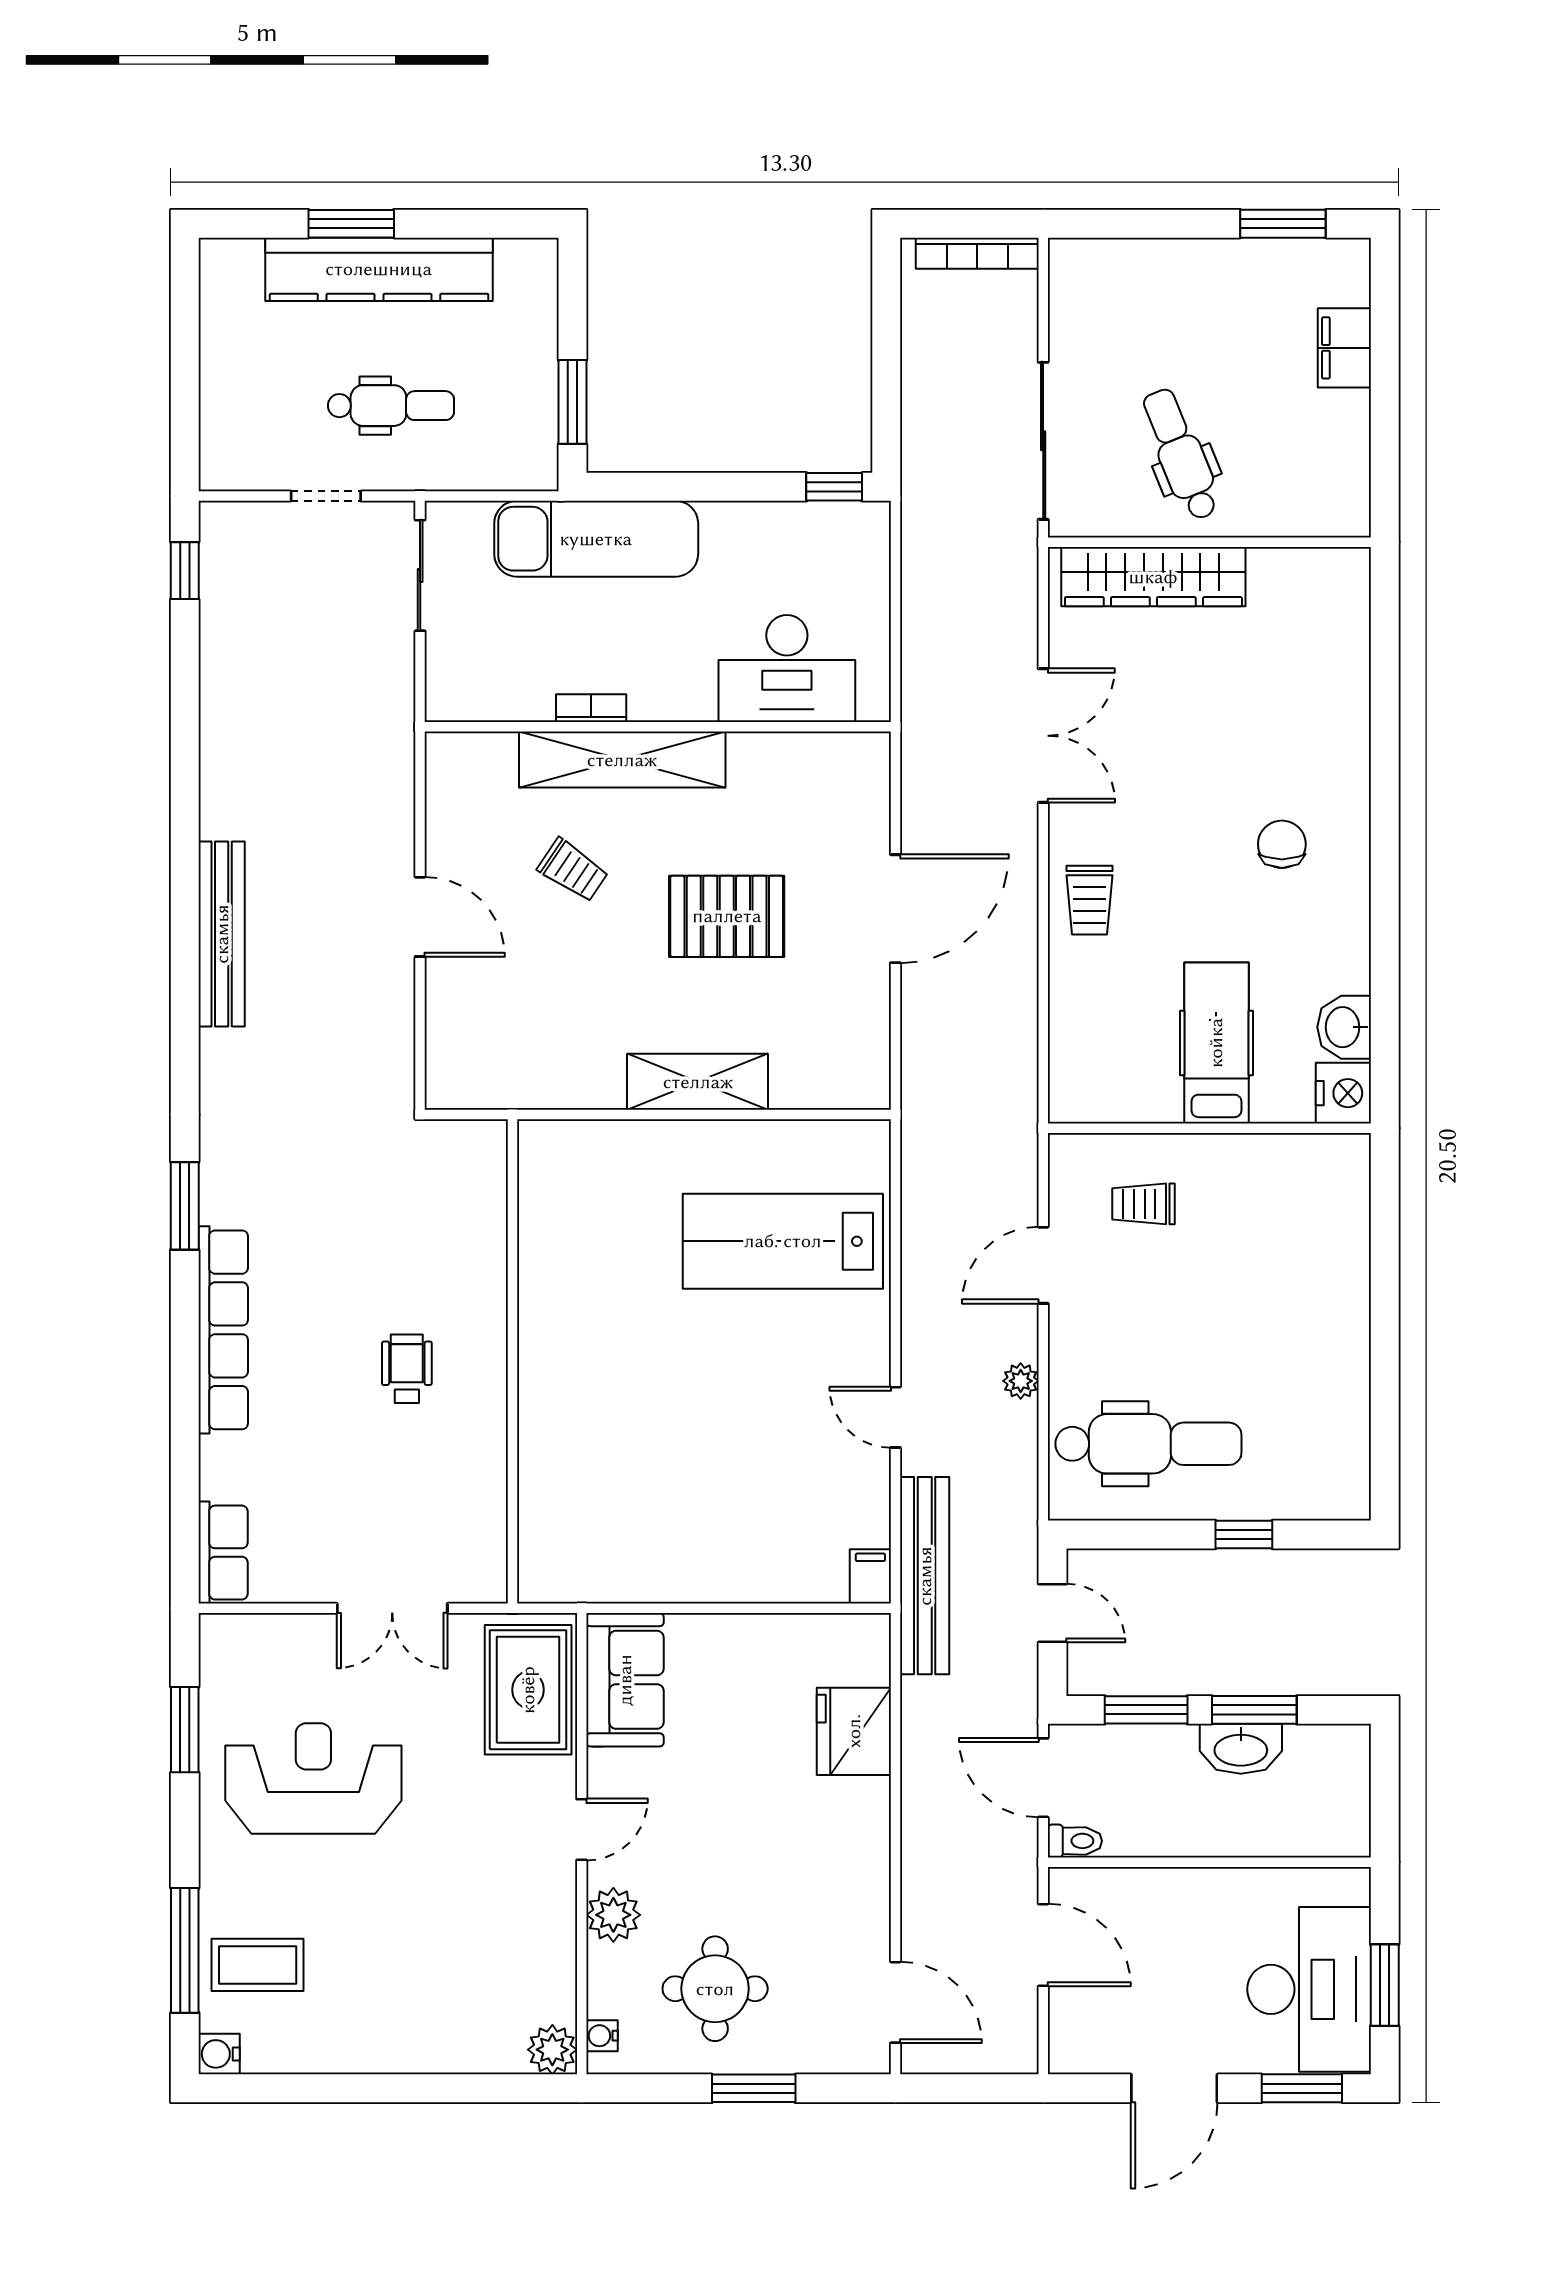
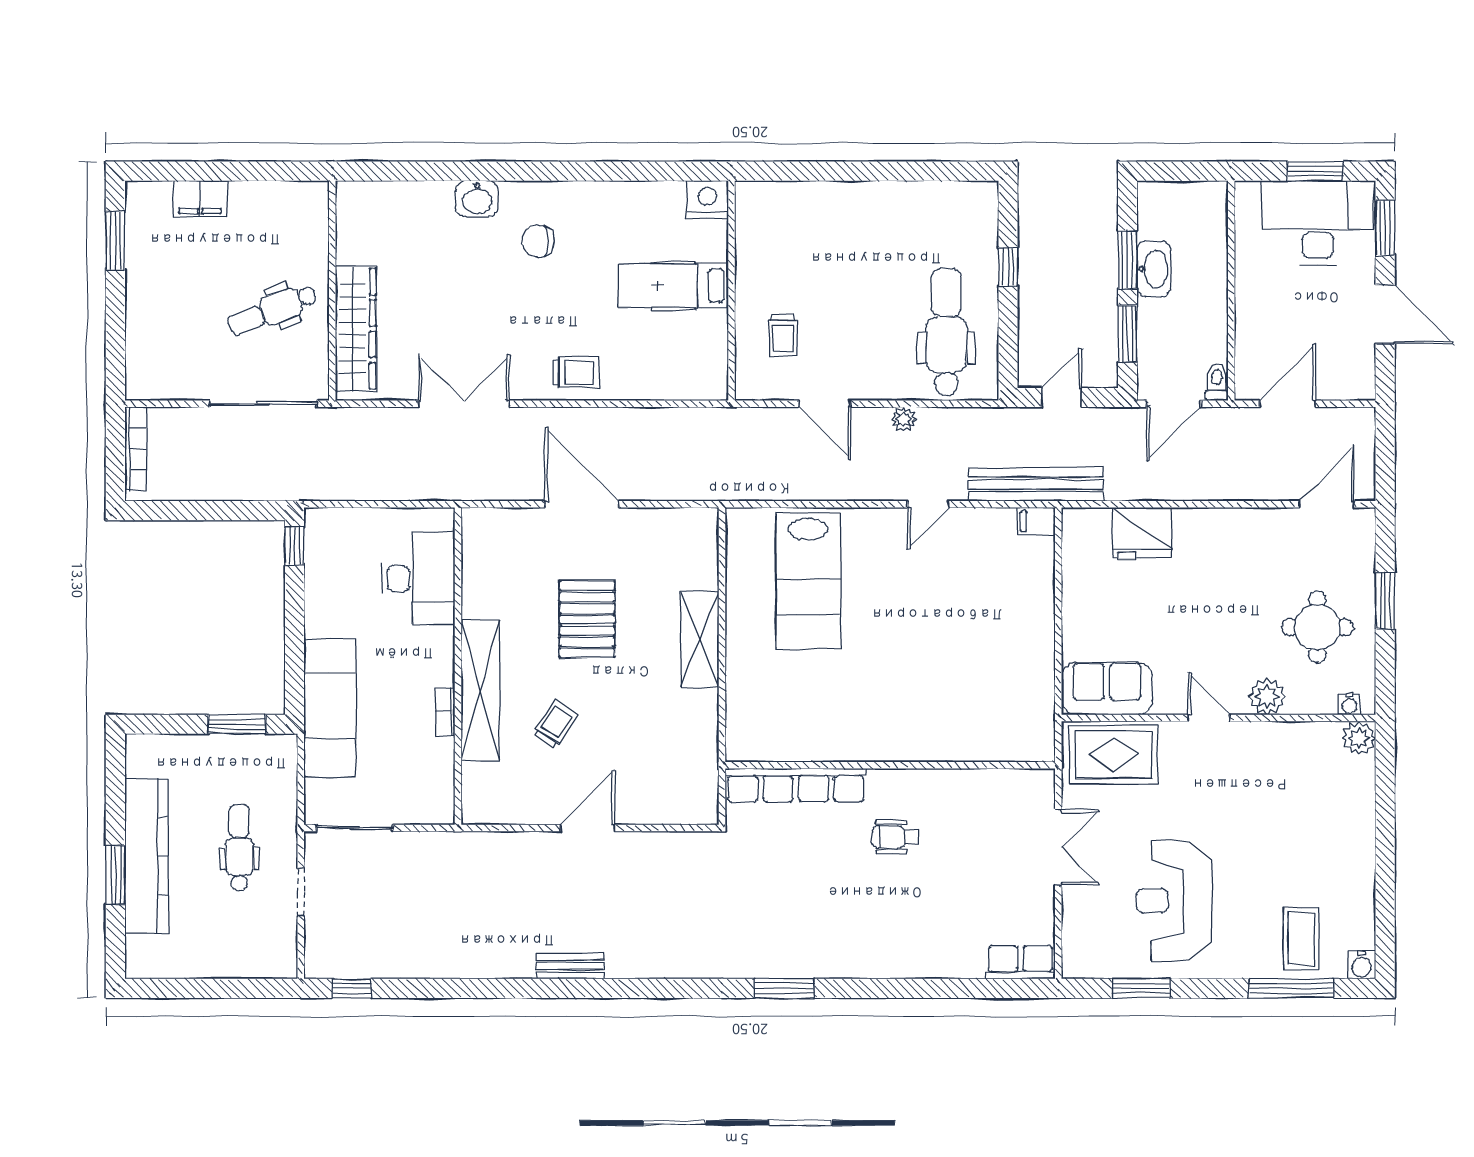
bench: (222, 934) -> (570, 966), width x0.54, depth x0.82
washbasin: (1344, 1027) -> (477, 199), moved
row of seats: (223, 1330) -> (796, 785), moved, turned 180

